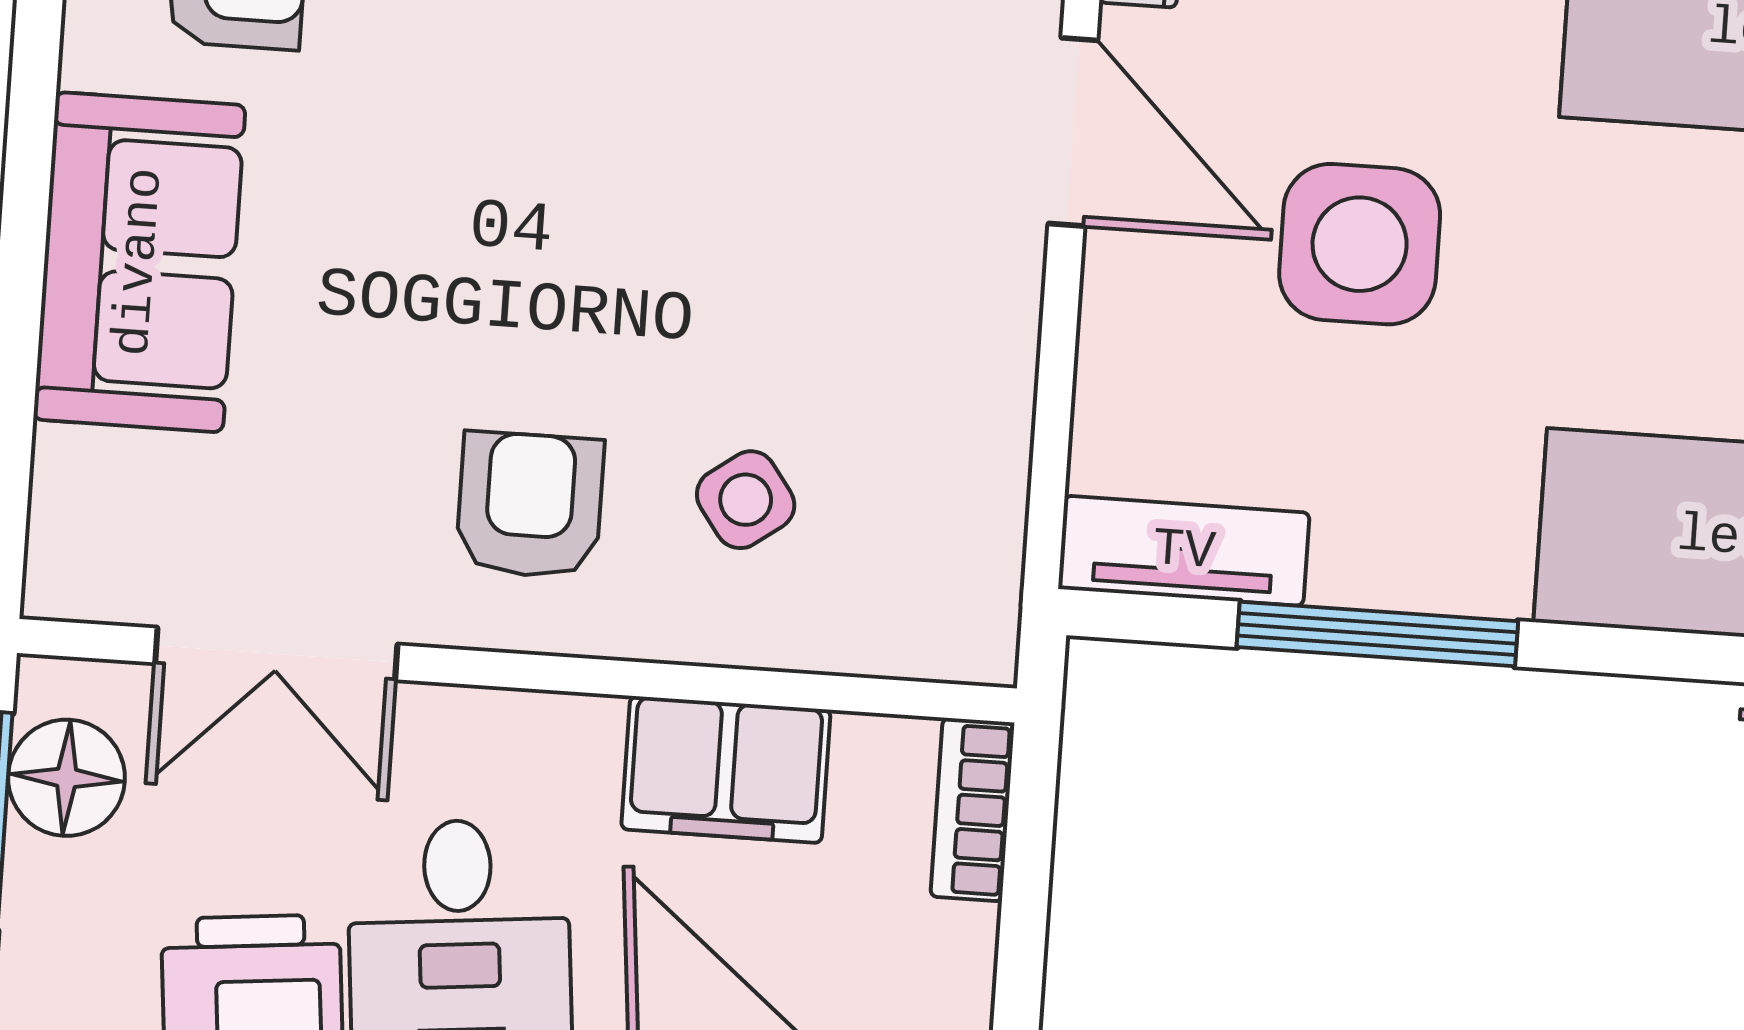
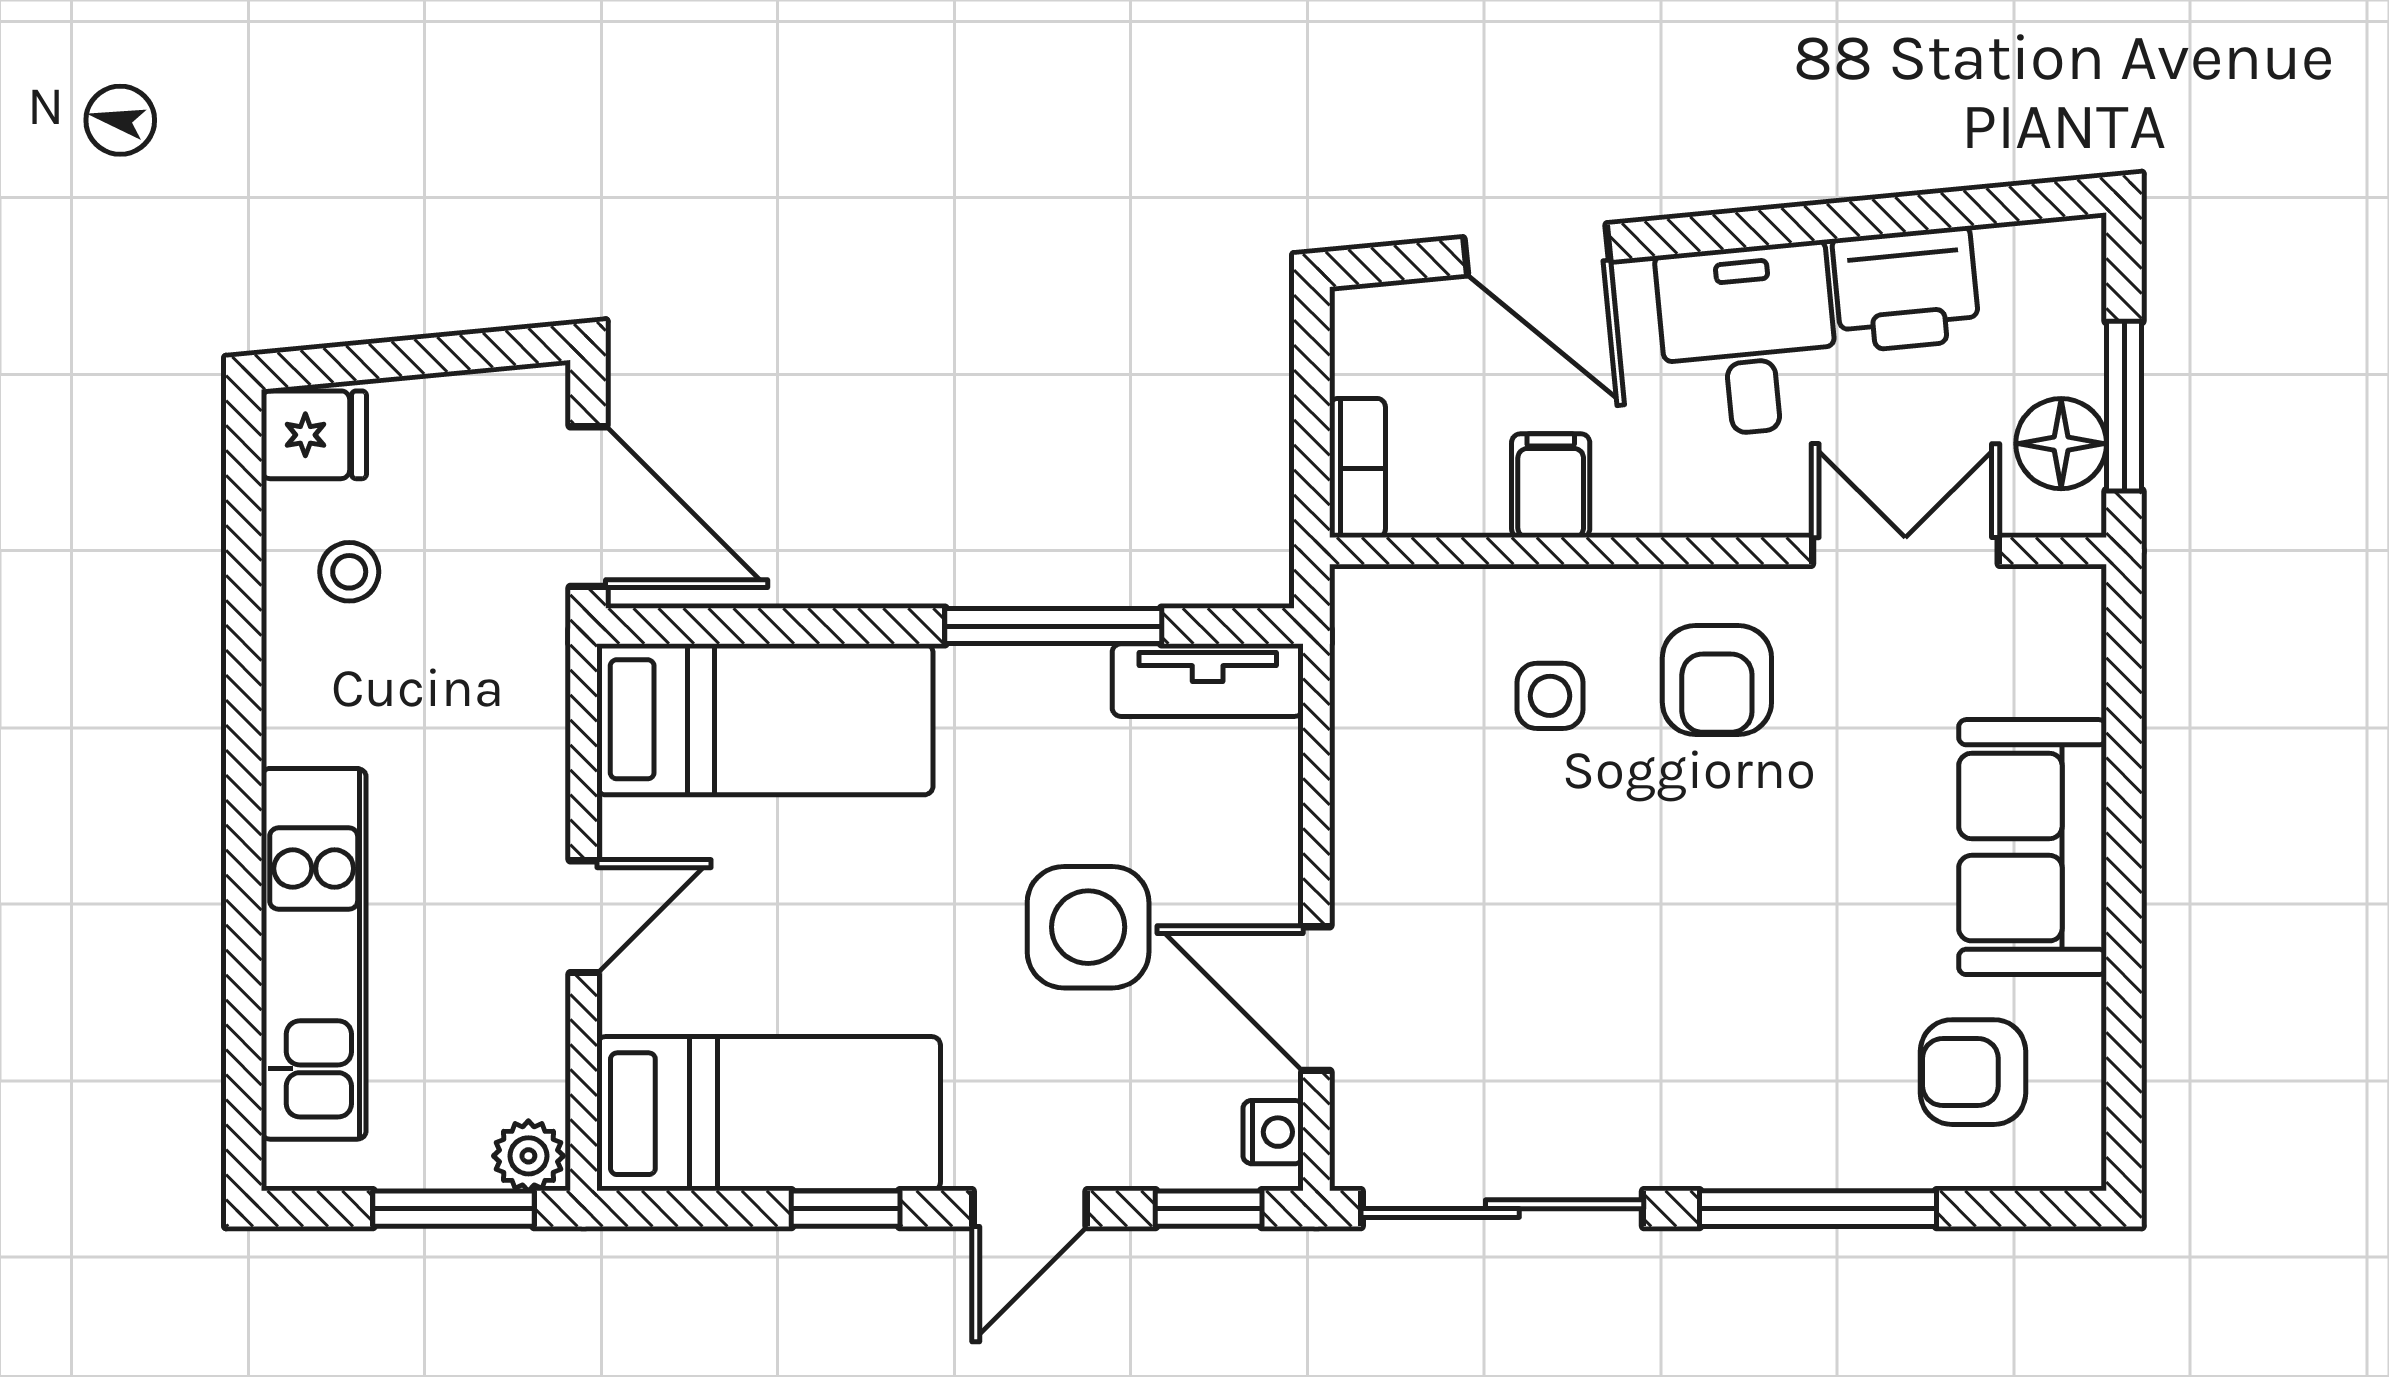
side table: (746, 500) -> (1550, 696), turned 36
filing cabinet: (726, 770) -> (1551, 486), width x0.50

